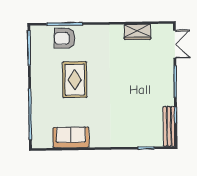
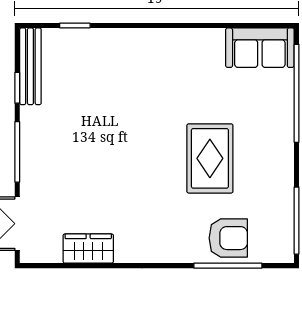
sofa: (71, 137) -> (260, 48), moved

